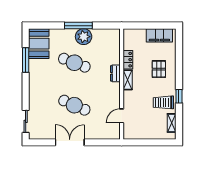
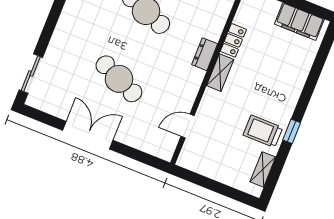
pallet: (159, 69) -> (277, 75), removed

